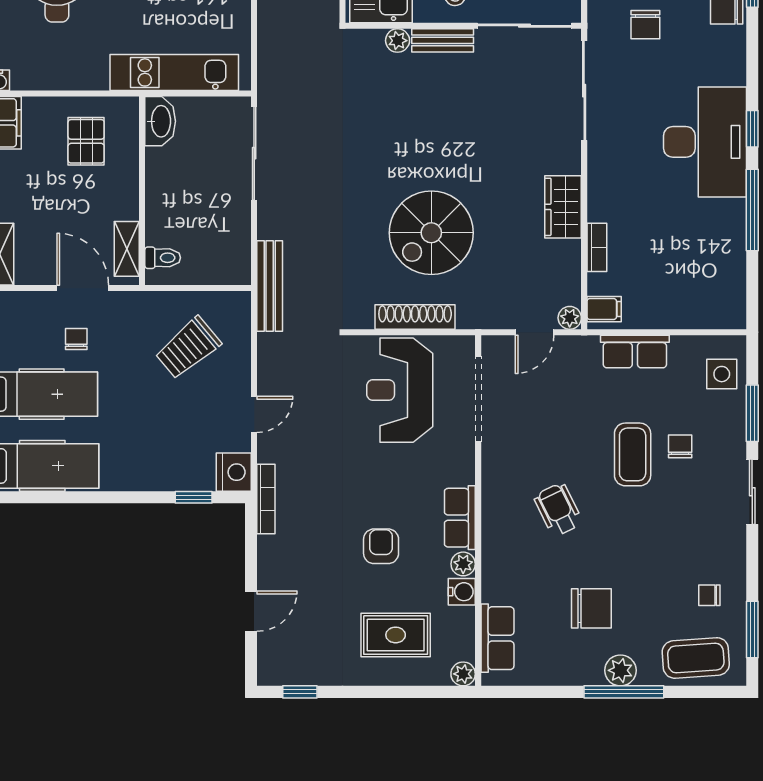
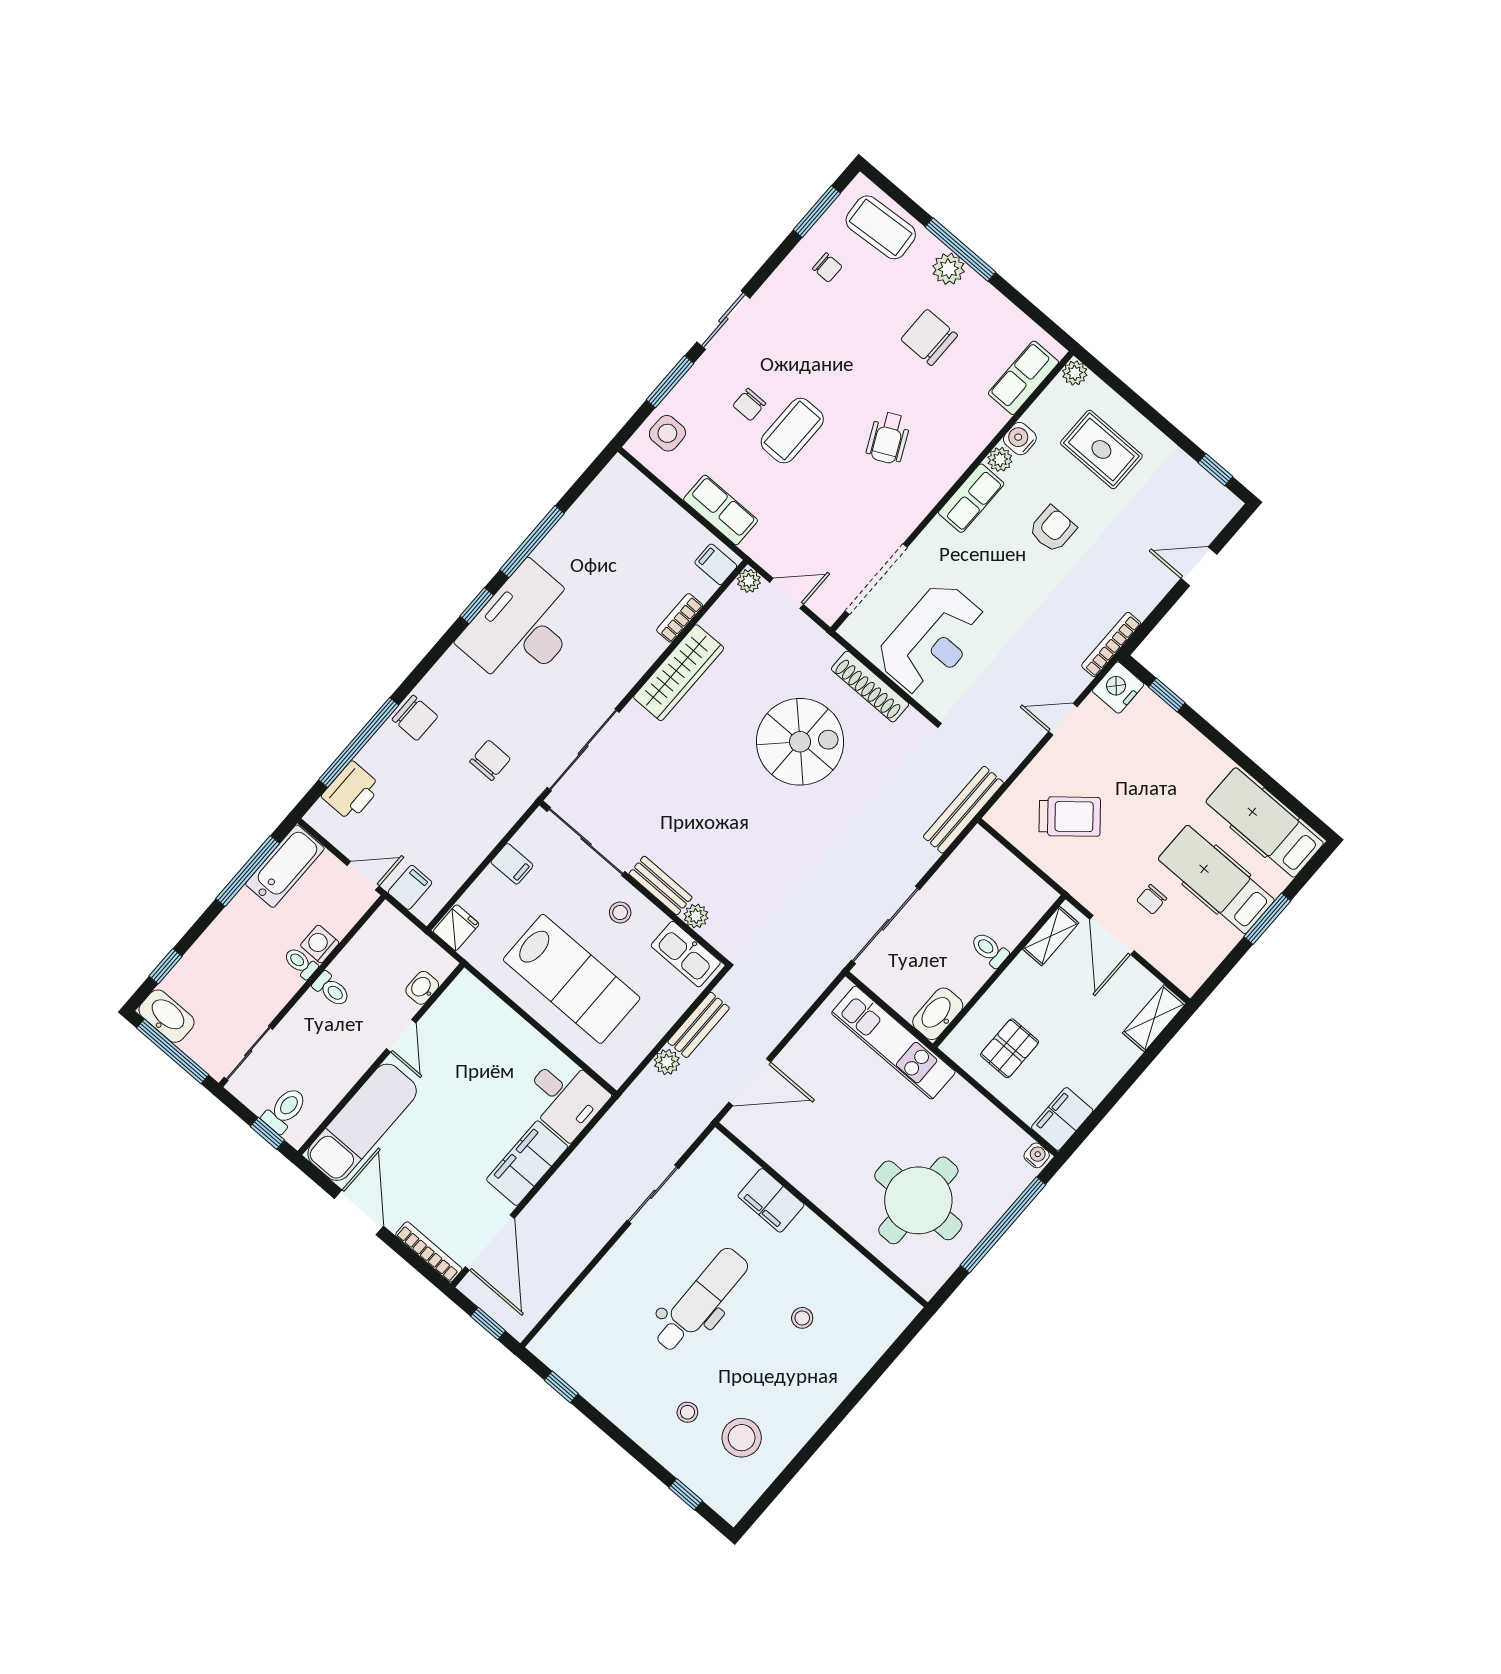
wardrobe: (563, 207) -> (679, 673), width x1.50
toilet: (163, 258) -> (990, 950), moved
armchair: (381, 546) -> (1053, 529), turned 180

